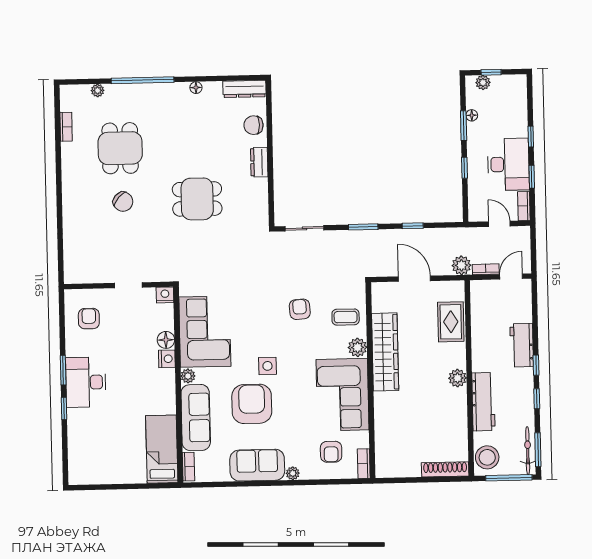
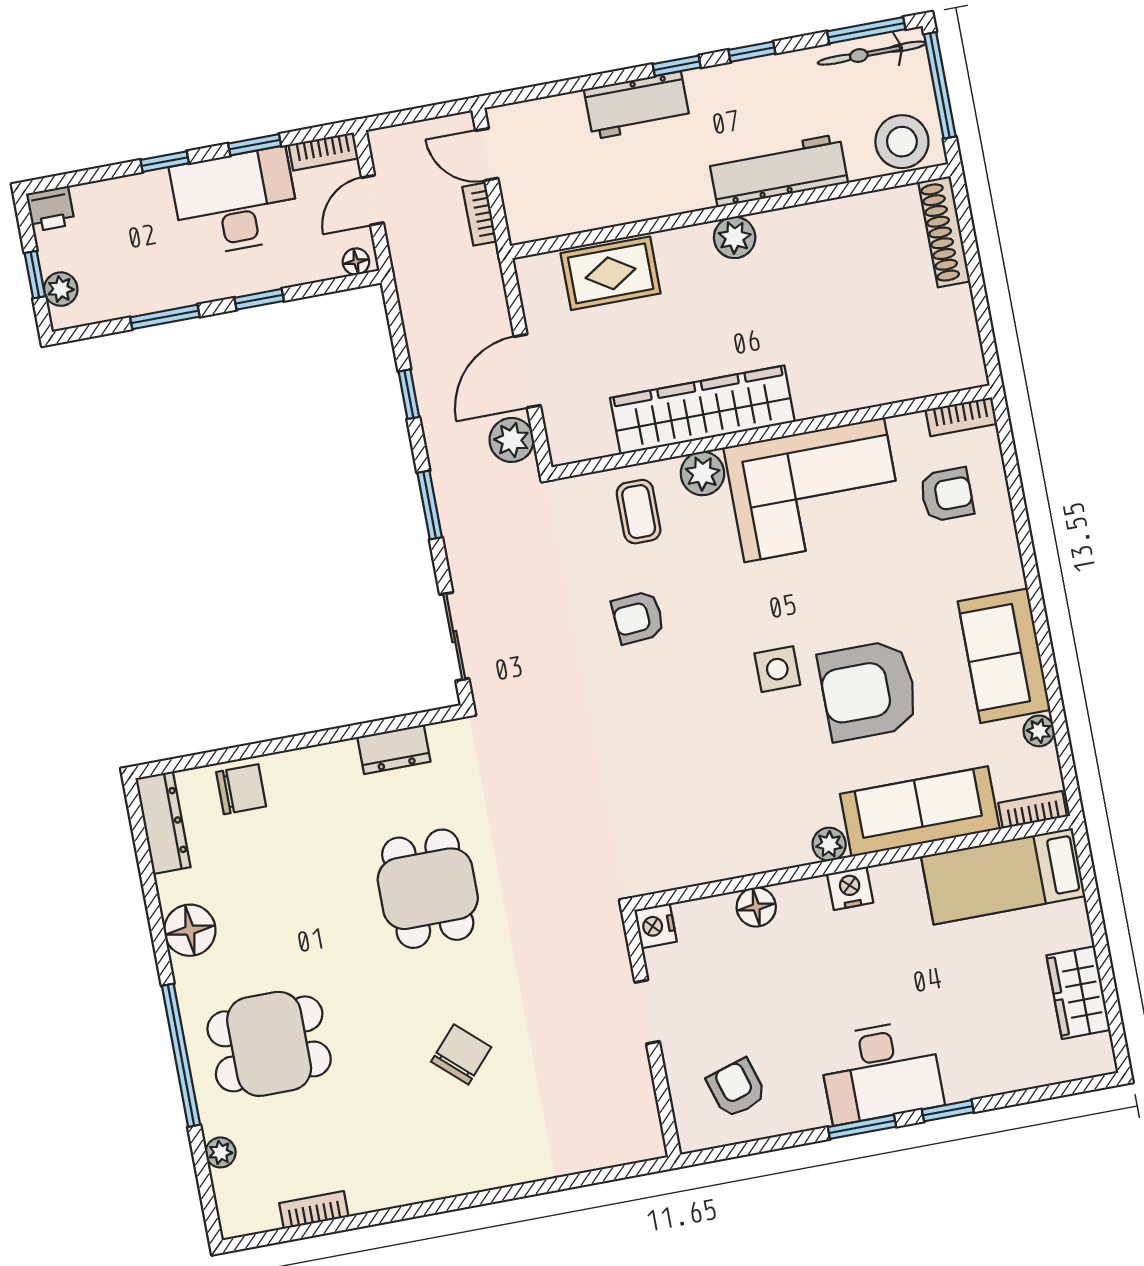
printer: (518, 84) -> (50, 209), added
floor lamp: (196, 88) -> (190, 930), width x1.89, depth x1.89
floor lamp: (472, 115) -> (356, 262), moved
chair: (254, 125) -> (241, 789), turned -90
dining table: (120, 148) -> (269, 1044), moved
dresser: (259, 162) -> (394, 749), moved
plant: (461, 265) -> (512, 440), moved
armchair: (89, 319) -> (737, 1088), turned 73
corner sofa: (205, 332) -> (723, 823), removed
nightstand: (167, 359) -> (850, 888), moved
wardrobe: (106, 473) -> (1078, 993), added
plant: (293, 473) -> (1039, 731), moved

